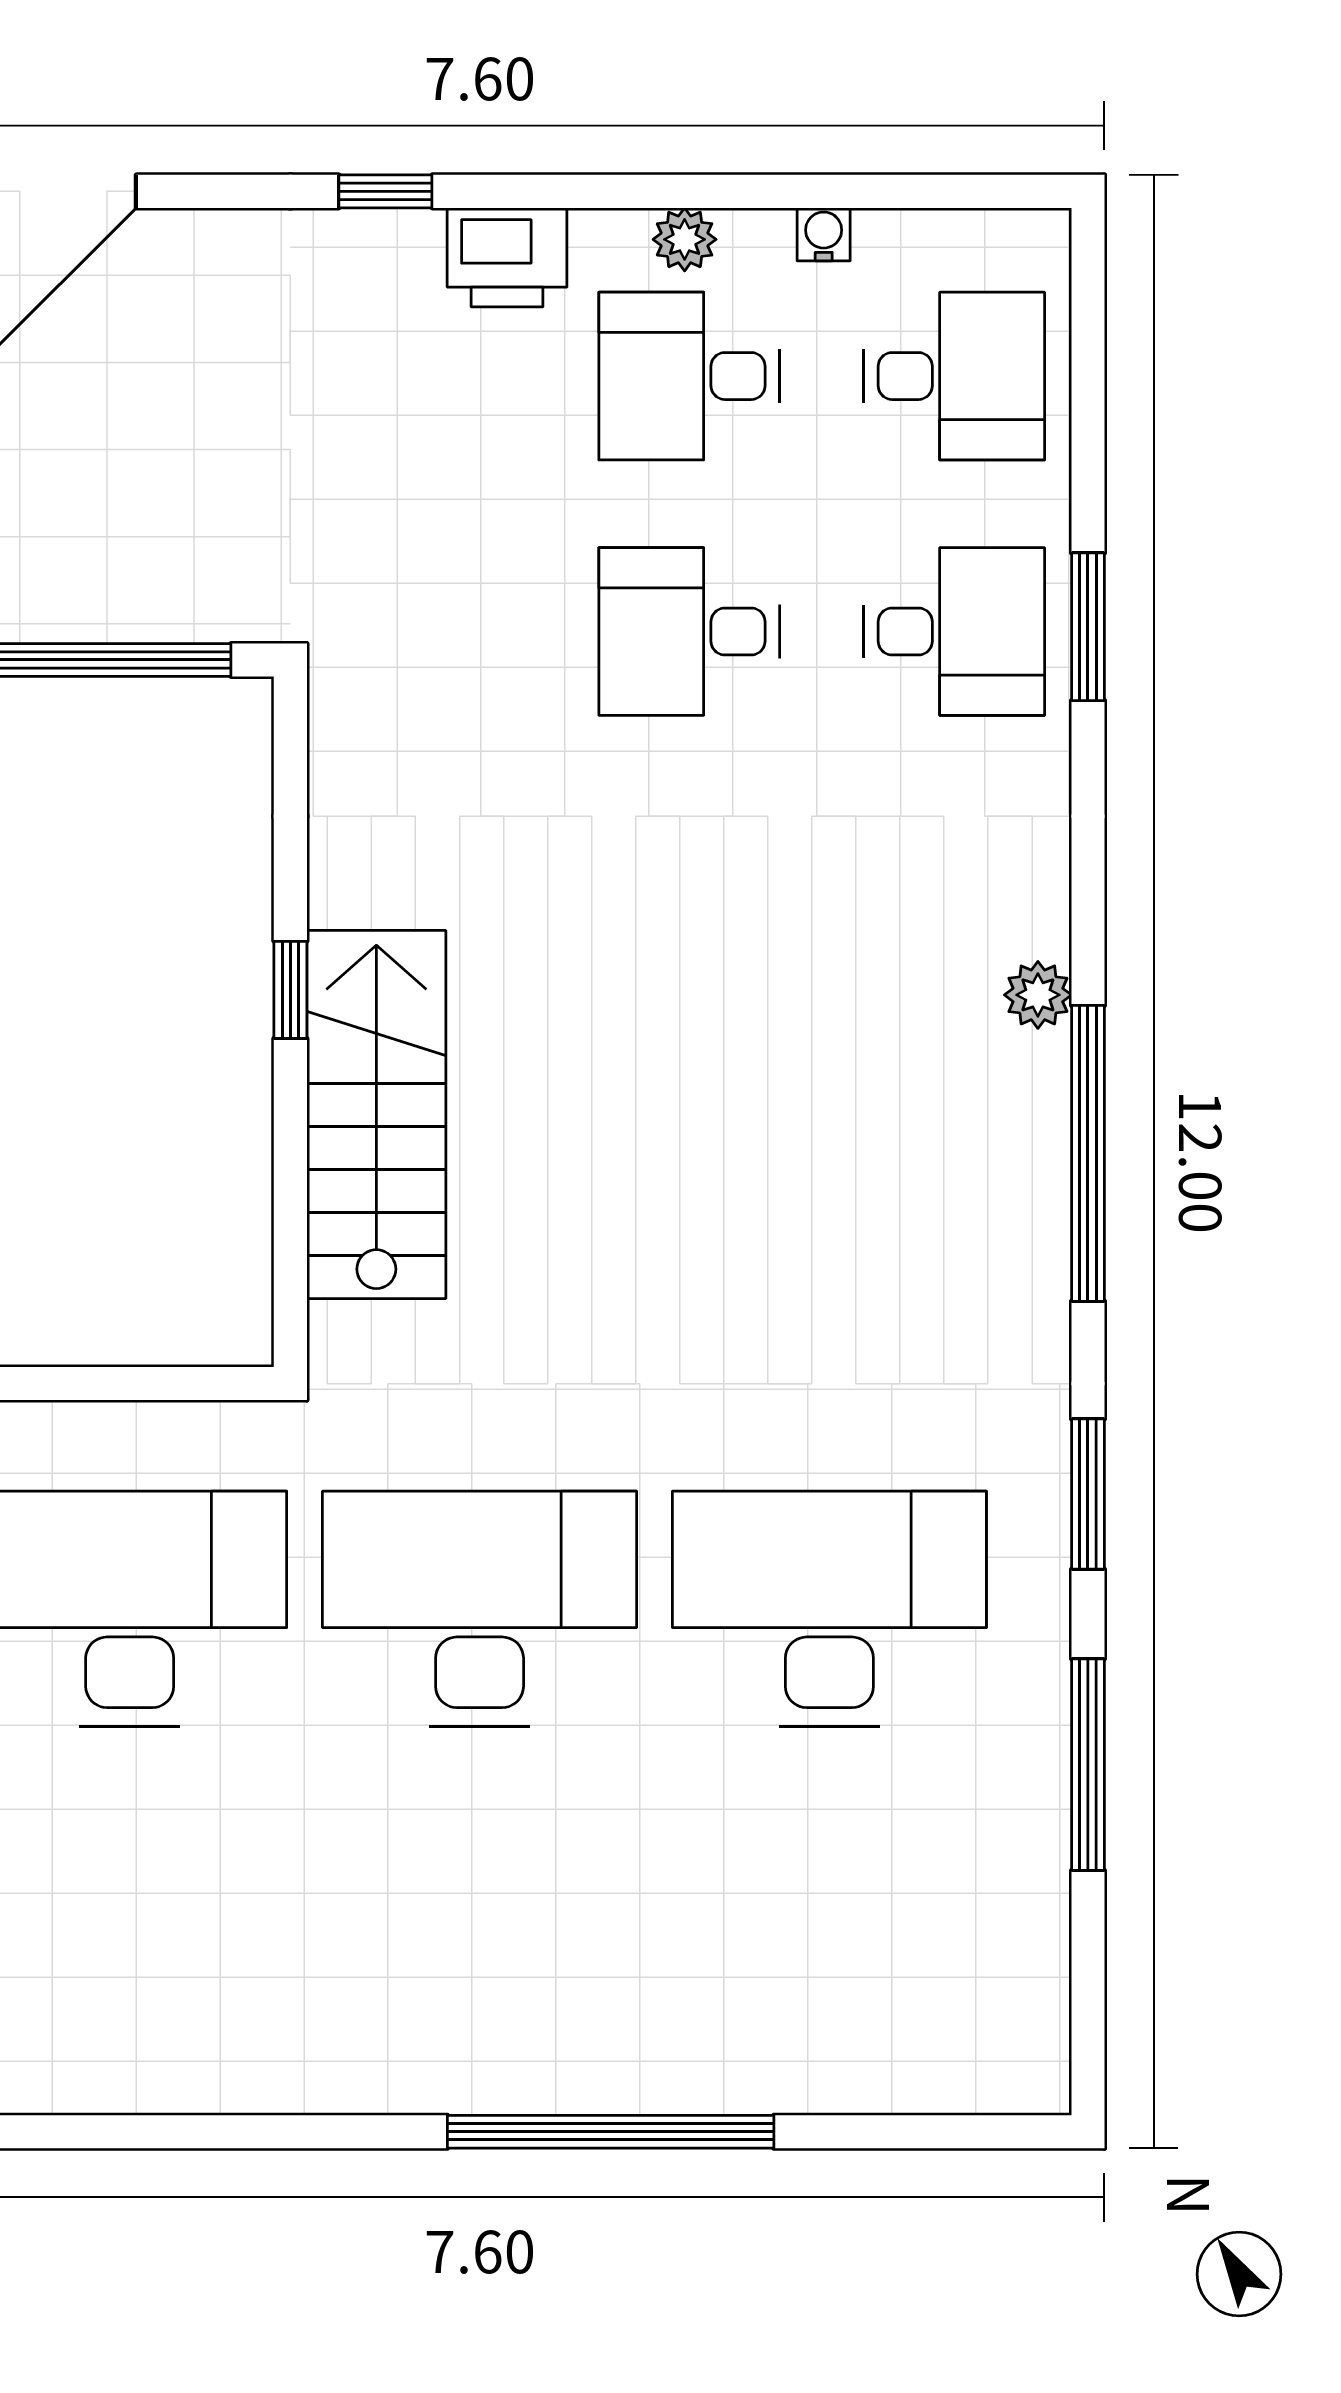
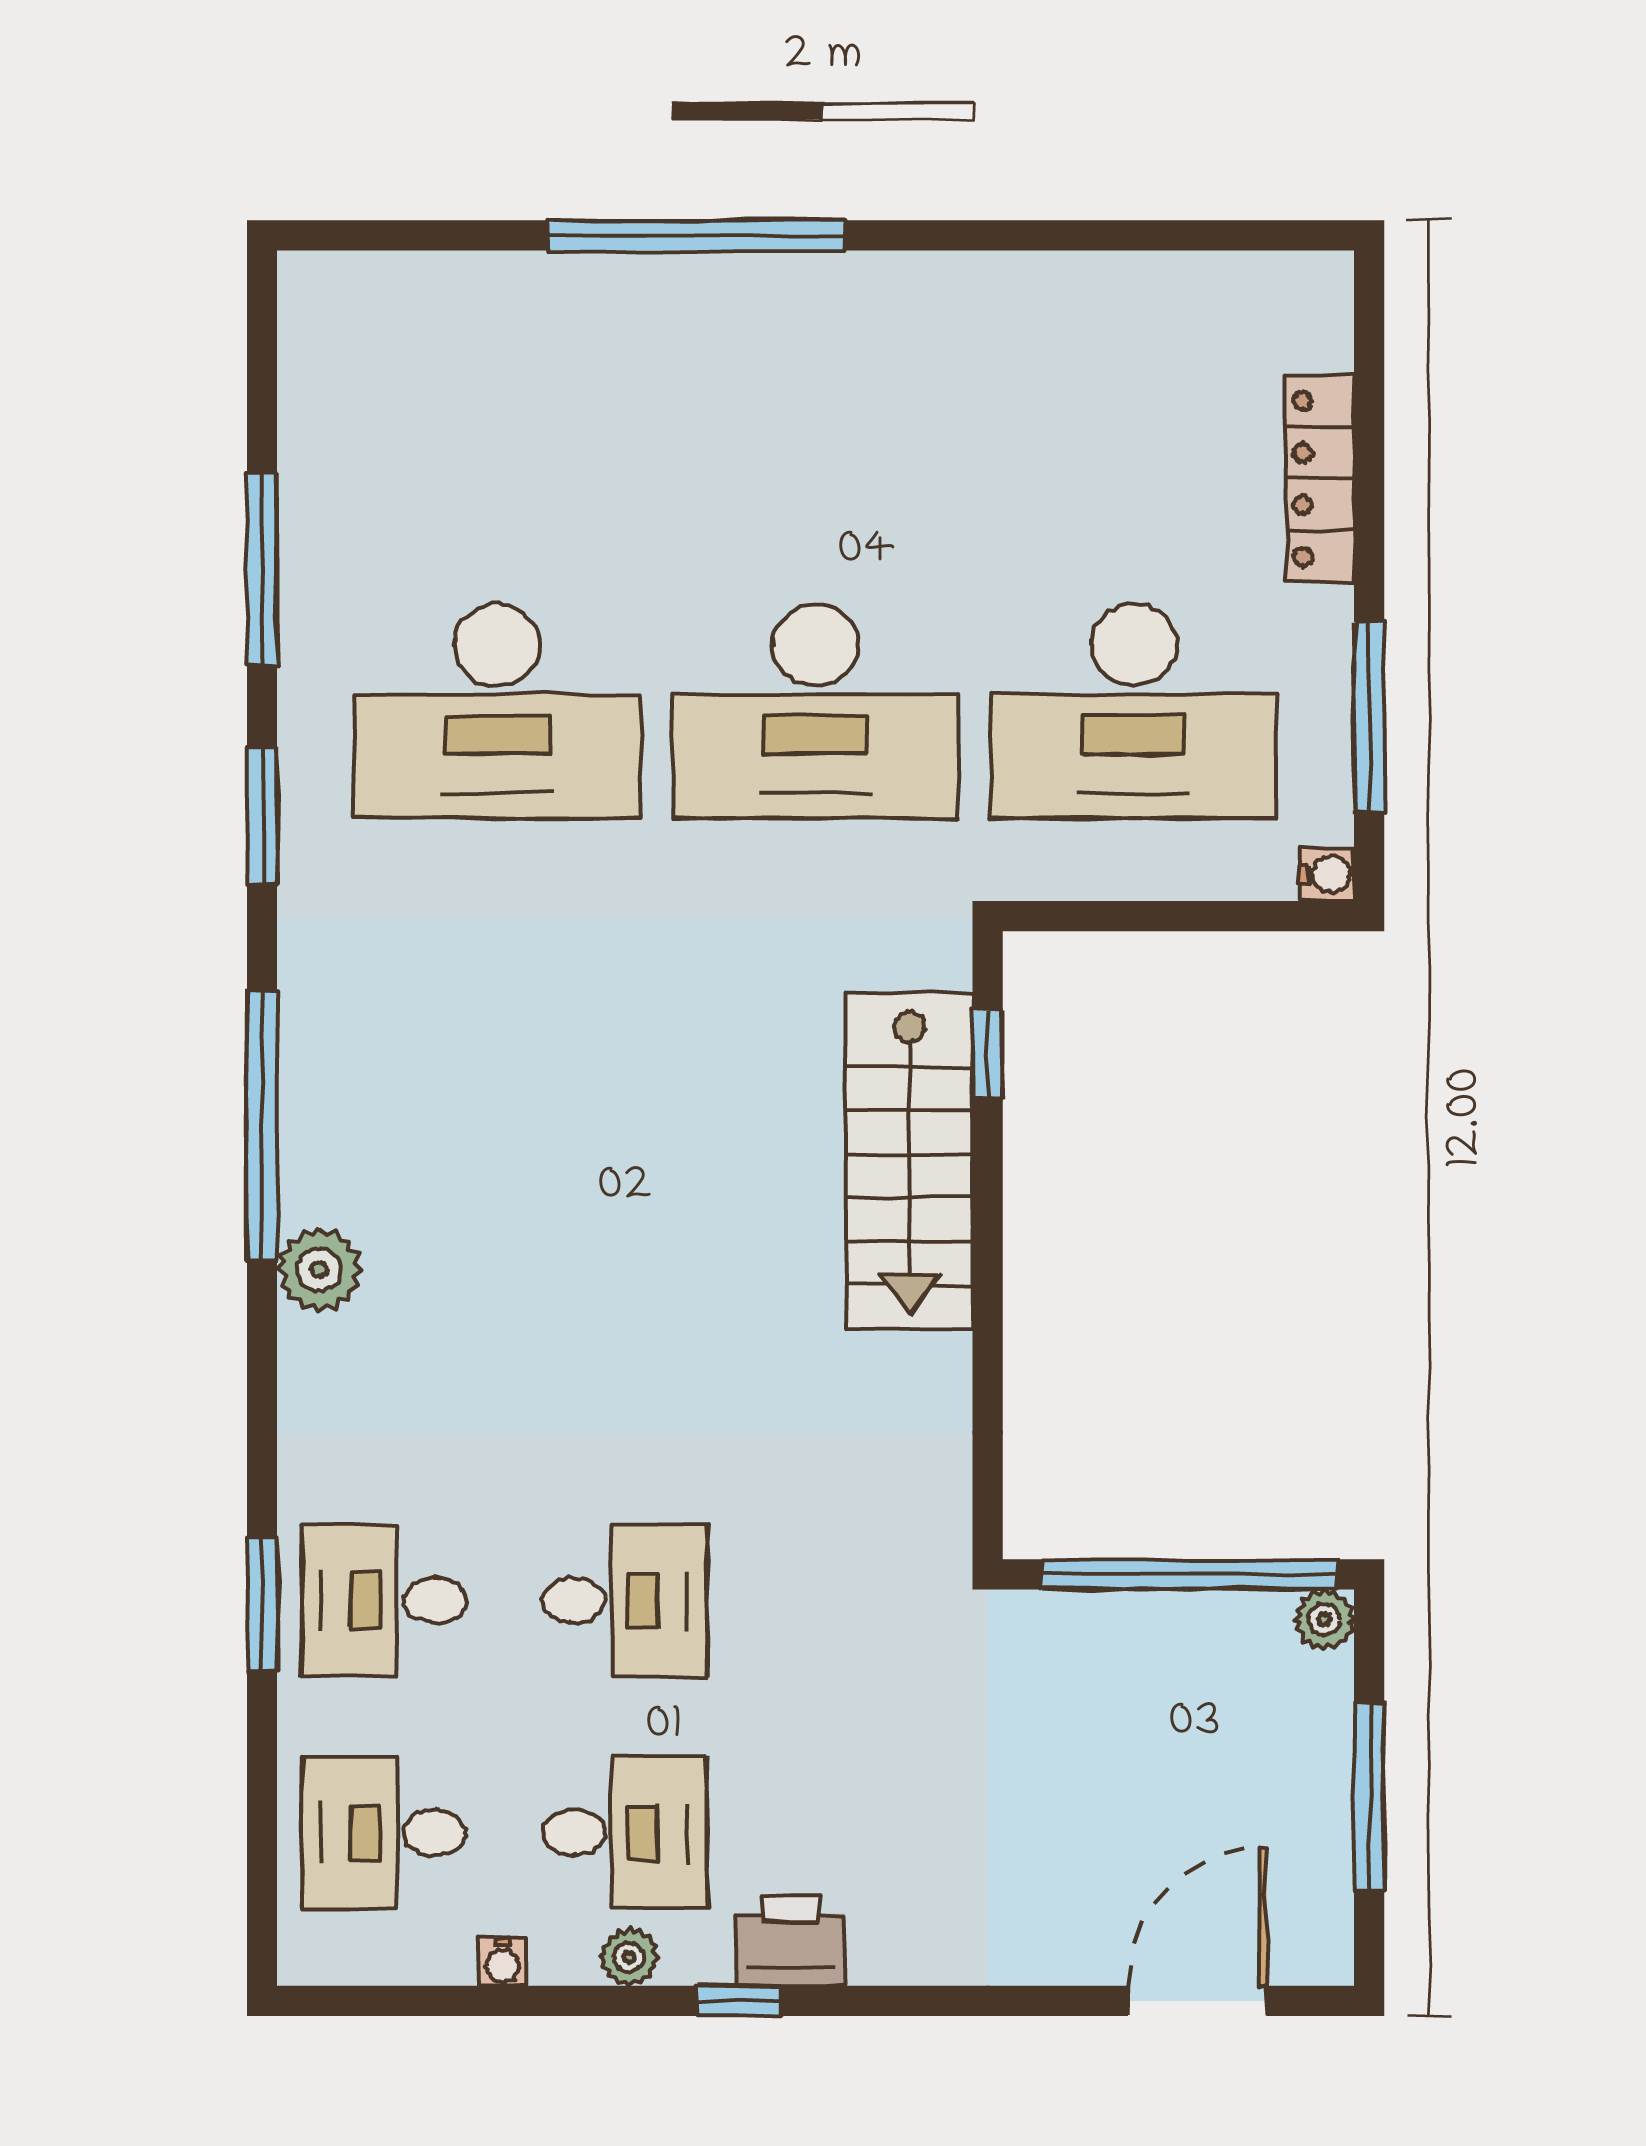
window: (385, 191) -> (739, 2001), moved
window: (290, 990) -> (988, 1054), moved
plant: (1038, 995) -> (319, 1270), width x1.38, depth x1.38

